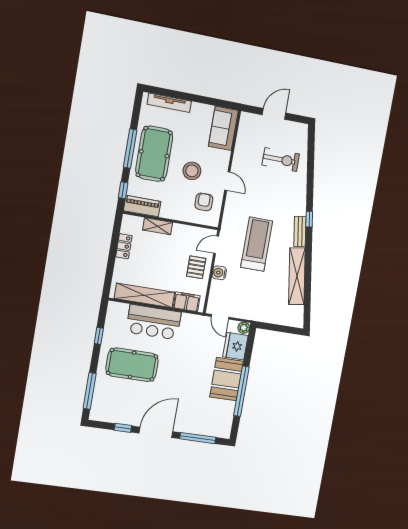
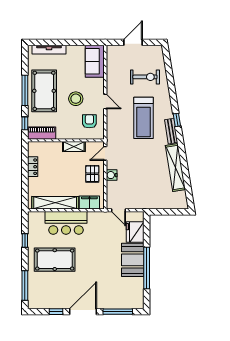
shelving: (158, 226) -> (74, 147), moved
treadmill: (257, 244) -> (144, 118), moved, turned 180
plant: (244, 328) -> (139, 216), removed

